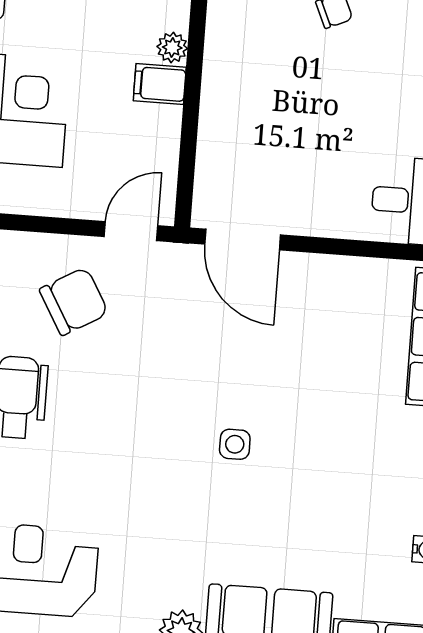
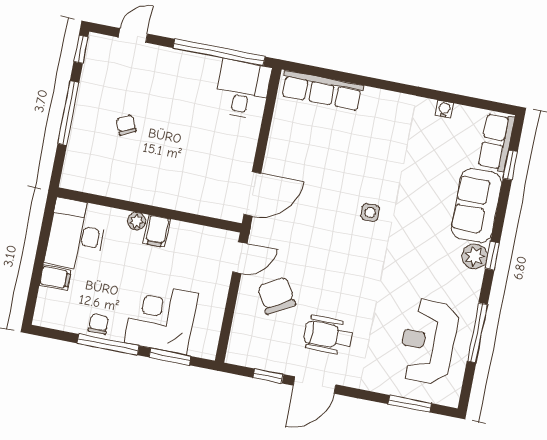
door: (131, 231) -> (240, 258), swing flipped

